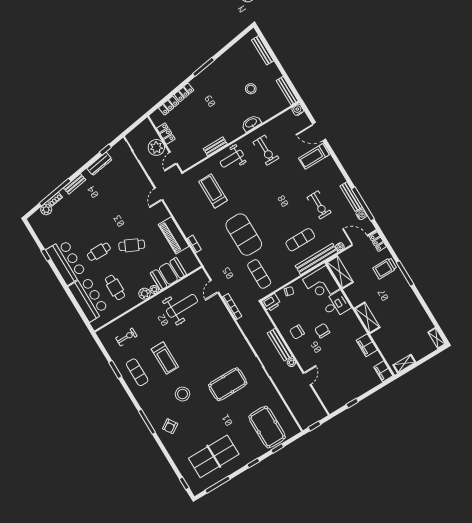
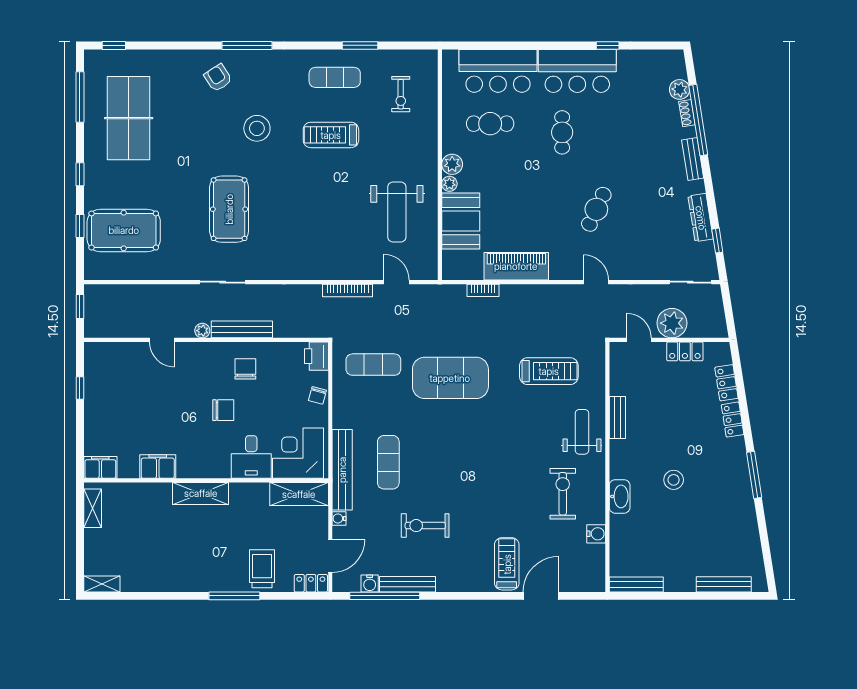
stool: (251, 89) -> (674, 480), moved
water cooler: (298, 110) -> (596, 534), moved
exercise bike: (266, 150) -> (563, 494), turned 90
cafe table: (132, 245) -> (596, 209), moved

